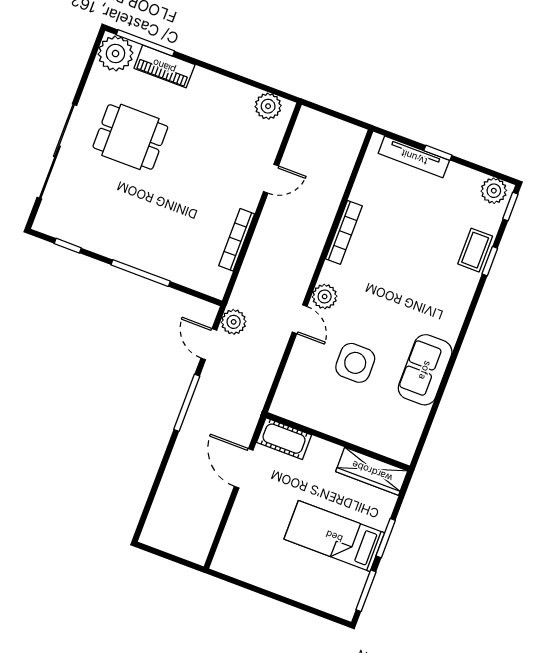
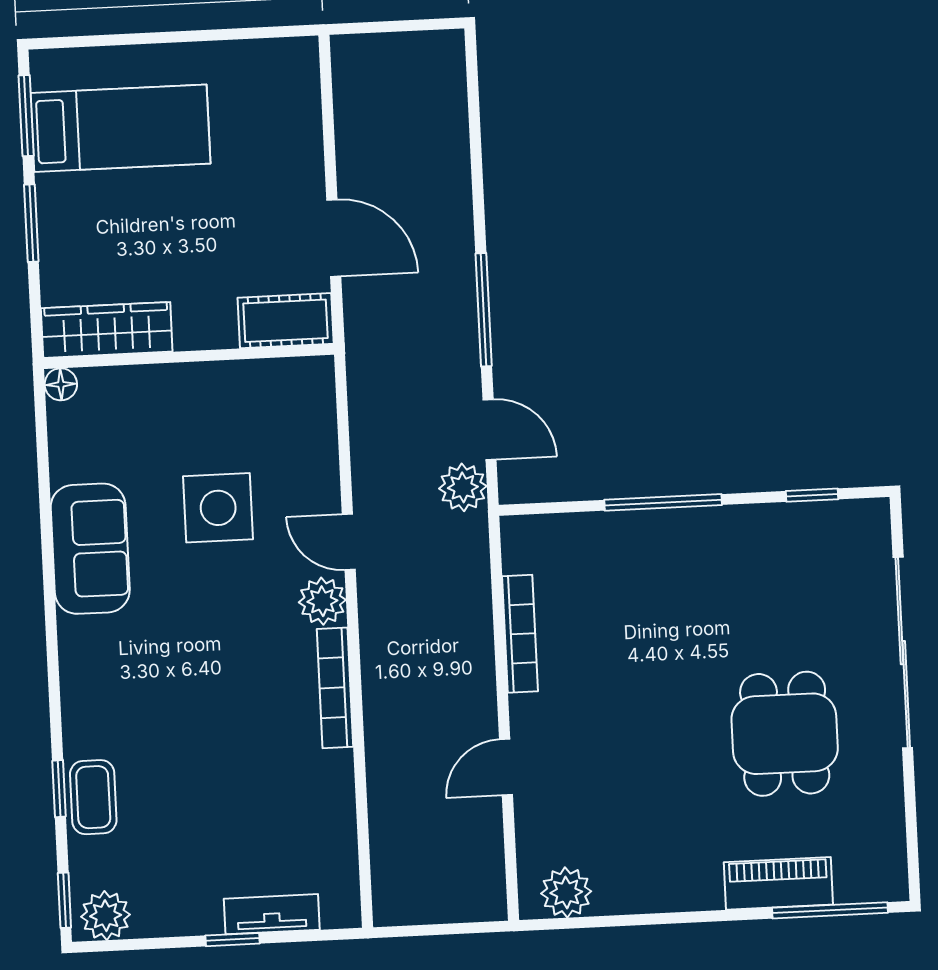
plant: (116, 54) -> (874, 869), removed
dining table: (130, 137) -> (785, 734), turned 90
tv unit: (414, 157) -> (272, 914), width x0.71
bookcase: (344, 232) -> (335, 688), moved
floor lamp: (405, 455) -> (61, 384), added
bed: (334, 536) -> (120, 128), moved

